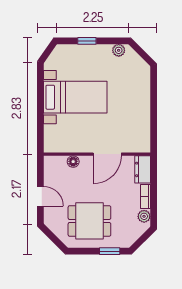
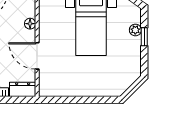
plant: (119, 50) -> (135, 30), moved

